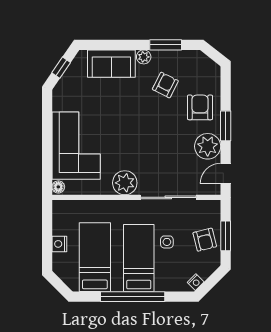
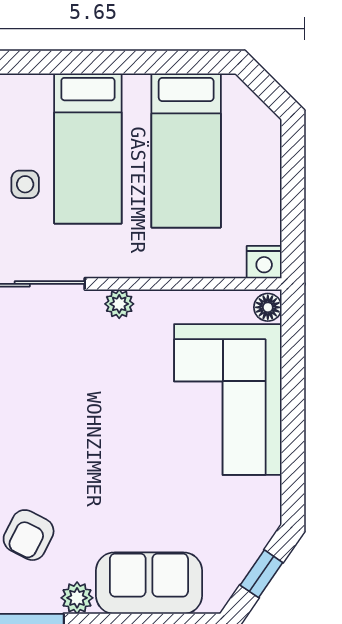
plant: (125, 183) -> (119, 304), width x0.53, depth x0.53
nightstand: (59, 244) -> (264, 262), moved, turned 90
window: (133, 297) -> (102, 62), removed

